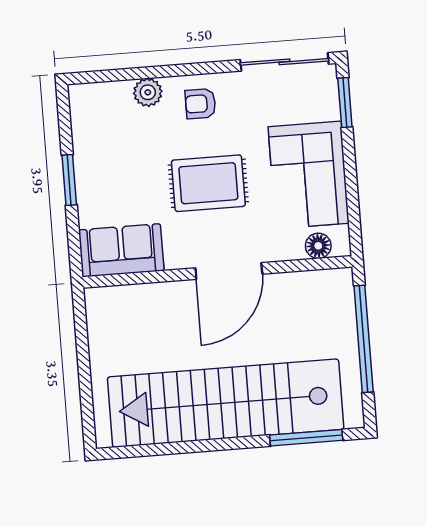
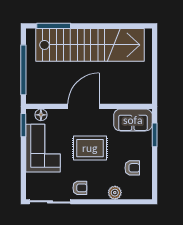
window: (345, 102) -> (23, 125), moved
armchair: (200, 104) -> (80, 188), moved
armchair: (115, 148) -> (132, 168), added
window: (69, 180) -> (155, 135), moved

